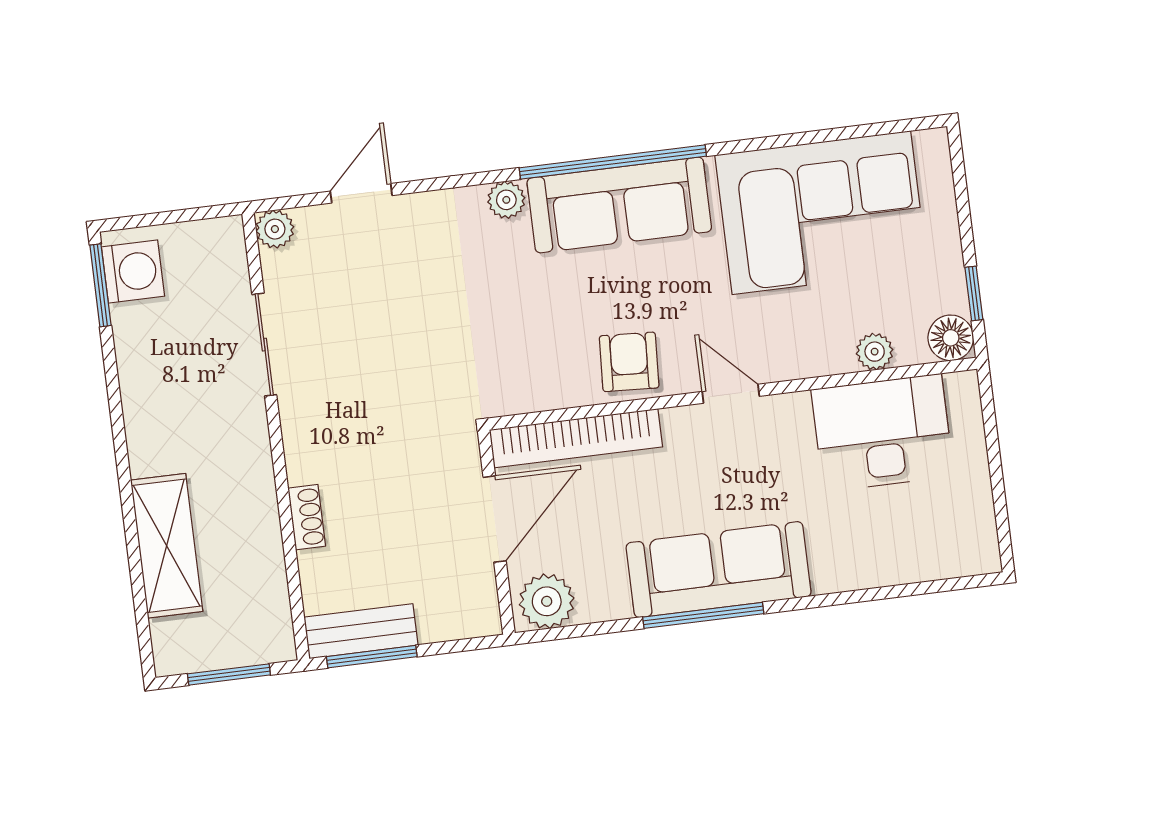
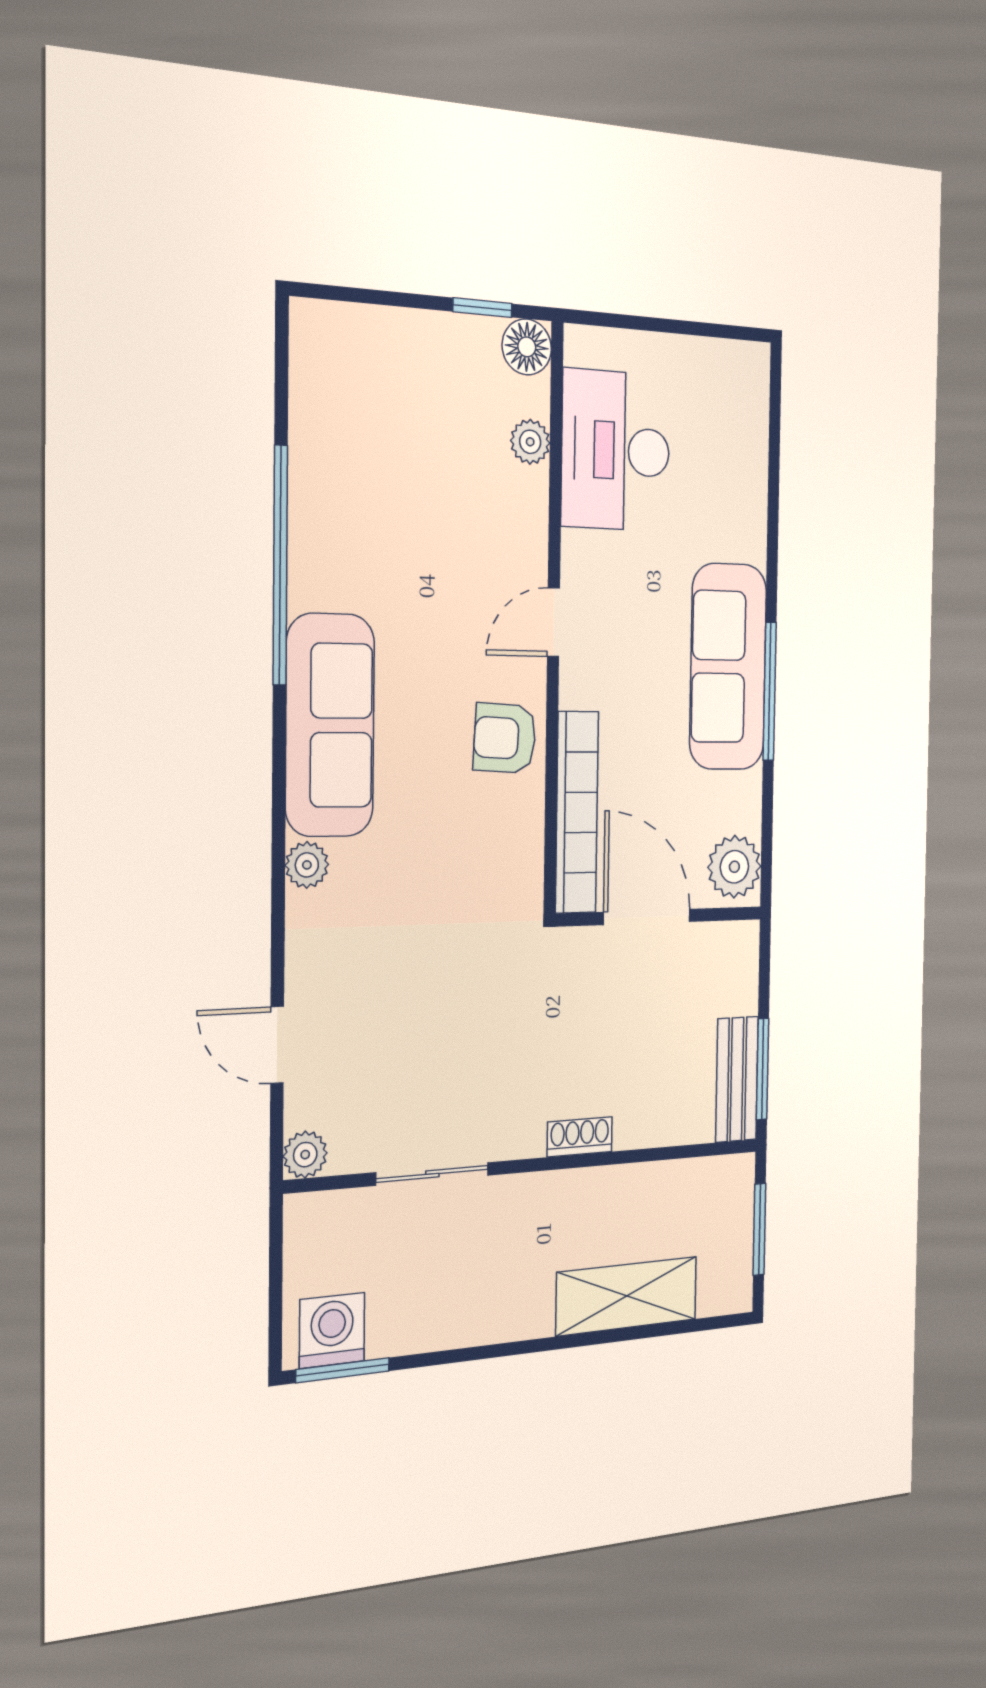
window: (613, 162) -> (280, 565), moved
corner sofa: (821, 213) -> (370, 476), removed
shoe rack: (307, 517) -> (580, 1137), moved

